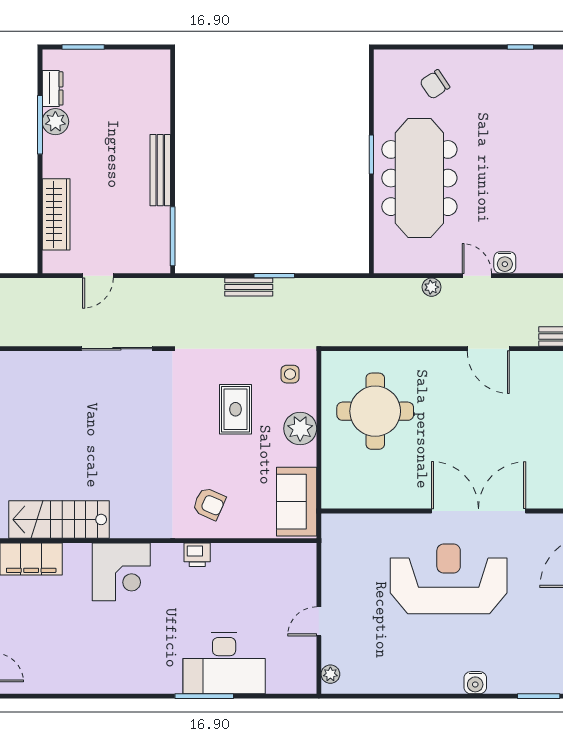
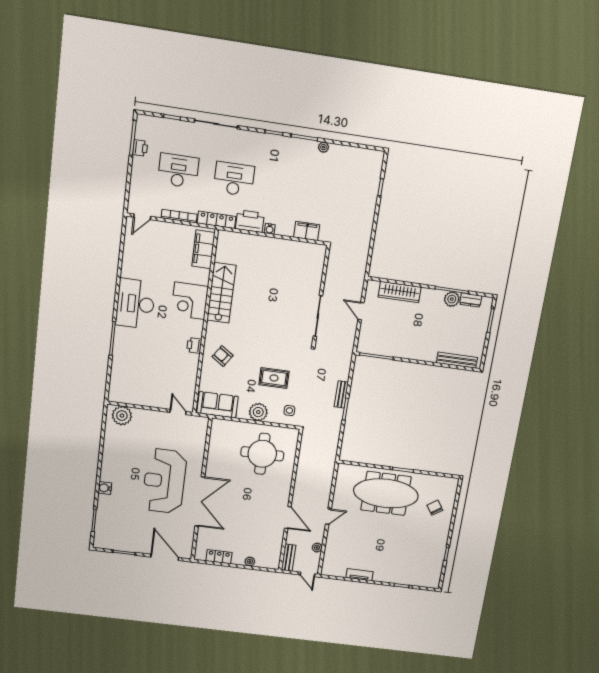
bench: (160, 170) -> (457, 360), moved
water cooler: (505, 262) -> (333, 532), removed
plant: (432, 287) -> (317, 548), moved
door: (488, 349) -> (288, 518), swing flipped
armchair: (209, 504) -> (223, 356), turned 100
stairs: (59, 519) -> (221, 293), moved
reception desk: (449, 579) -> (164, 481), turned 180
door: (319, 621) -> (178, 412), moved
desk: (224, 663) -> (135, 304), moved
plant: (330, 674) -> (122, 416), width x1.88, depth x1.88

